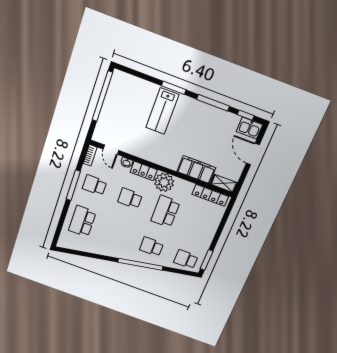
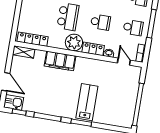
filing cabinet: (196, 170) -> (60, 61), moved

